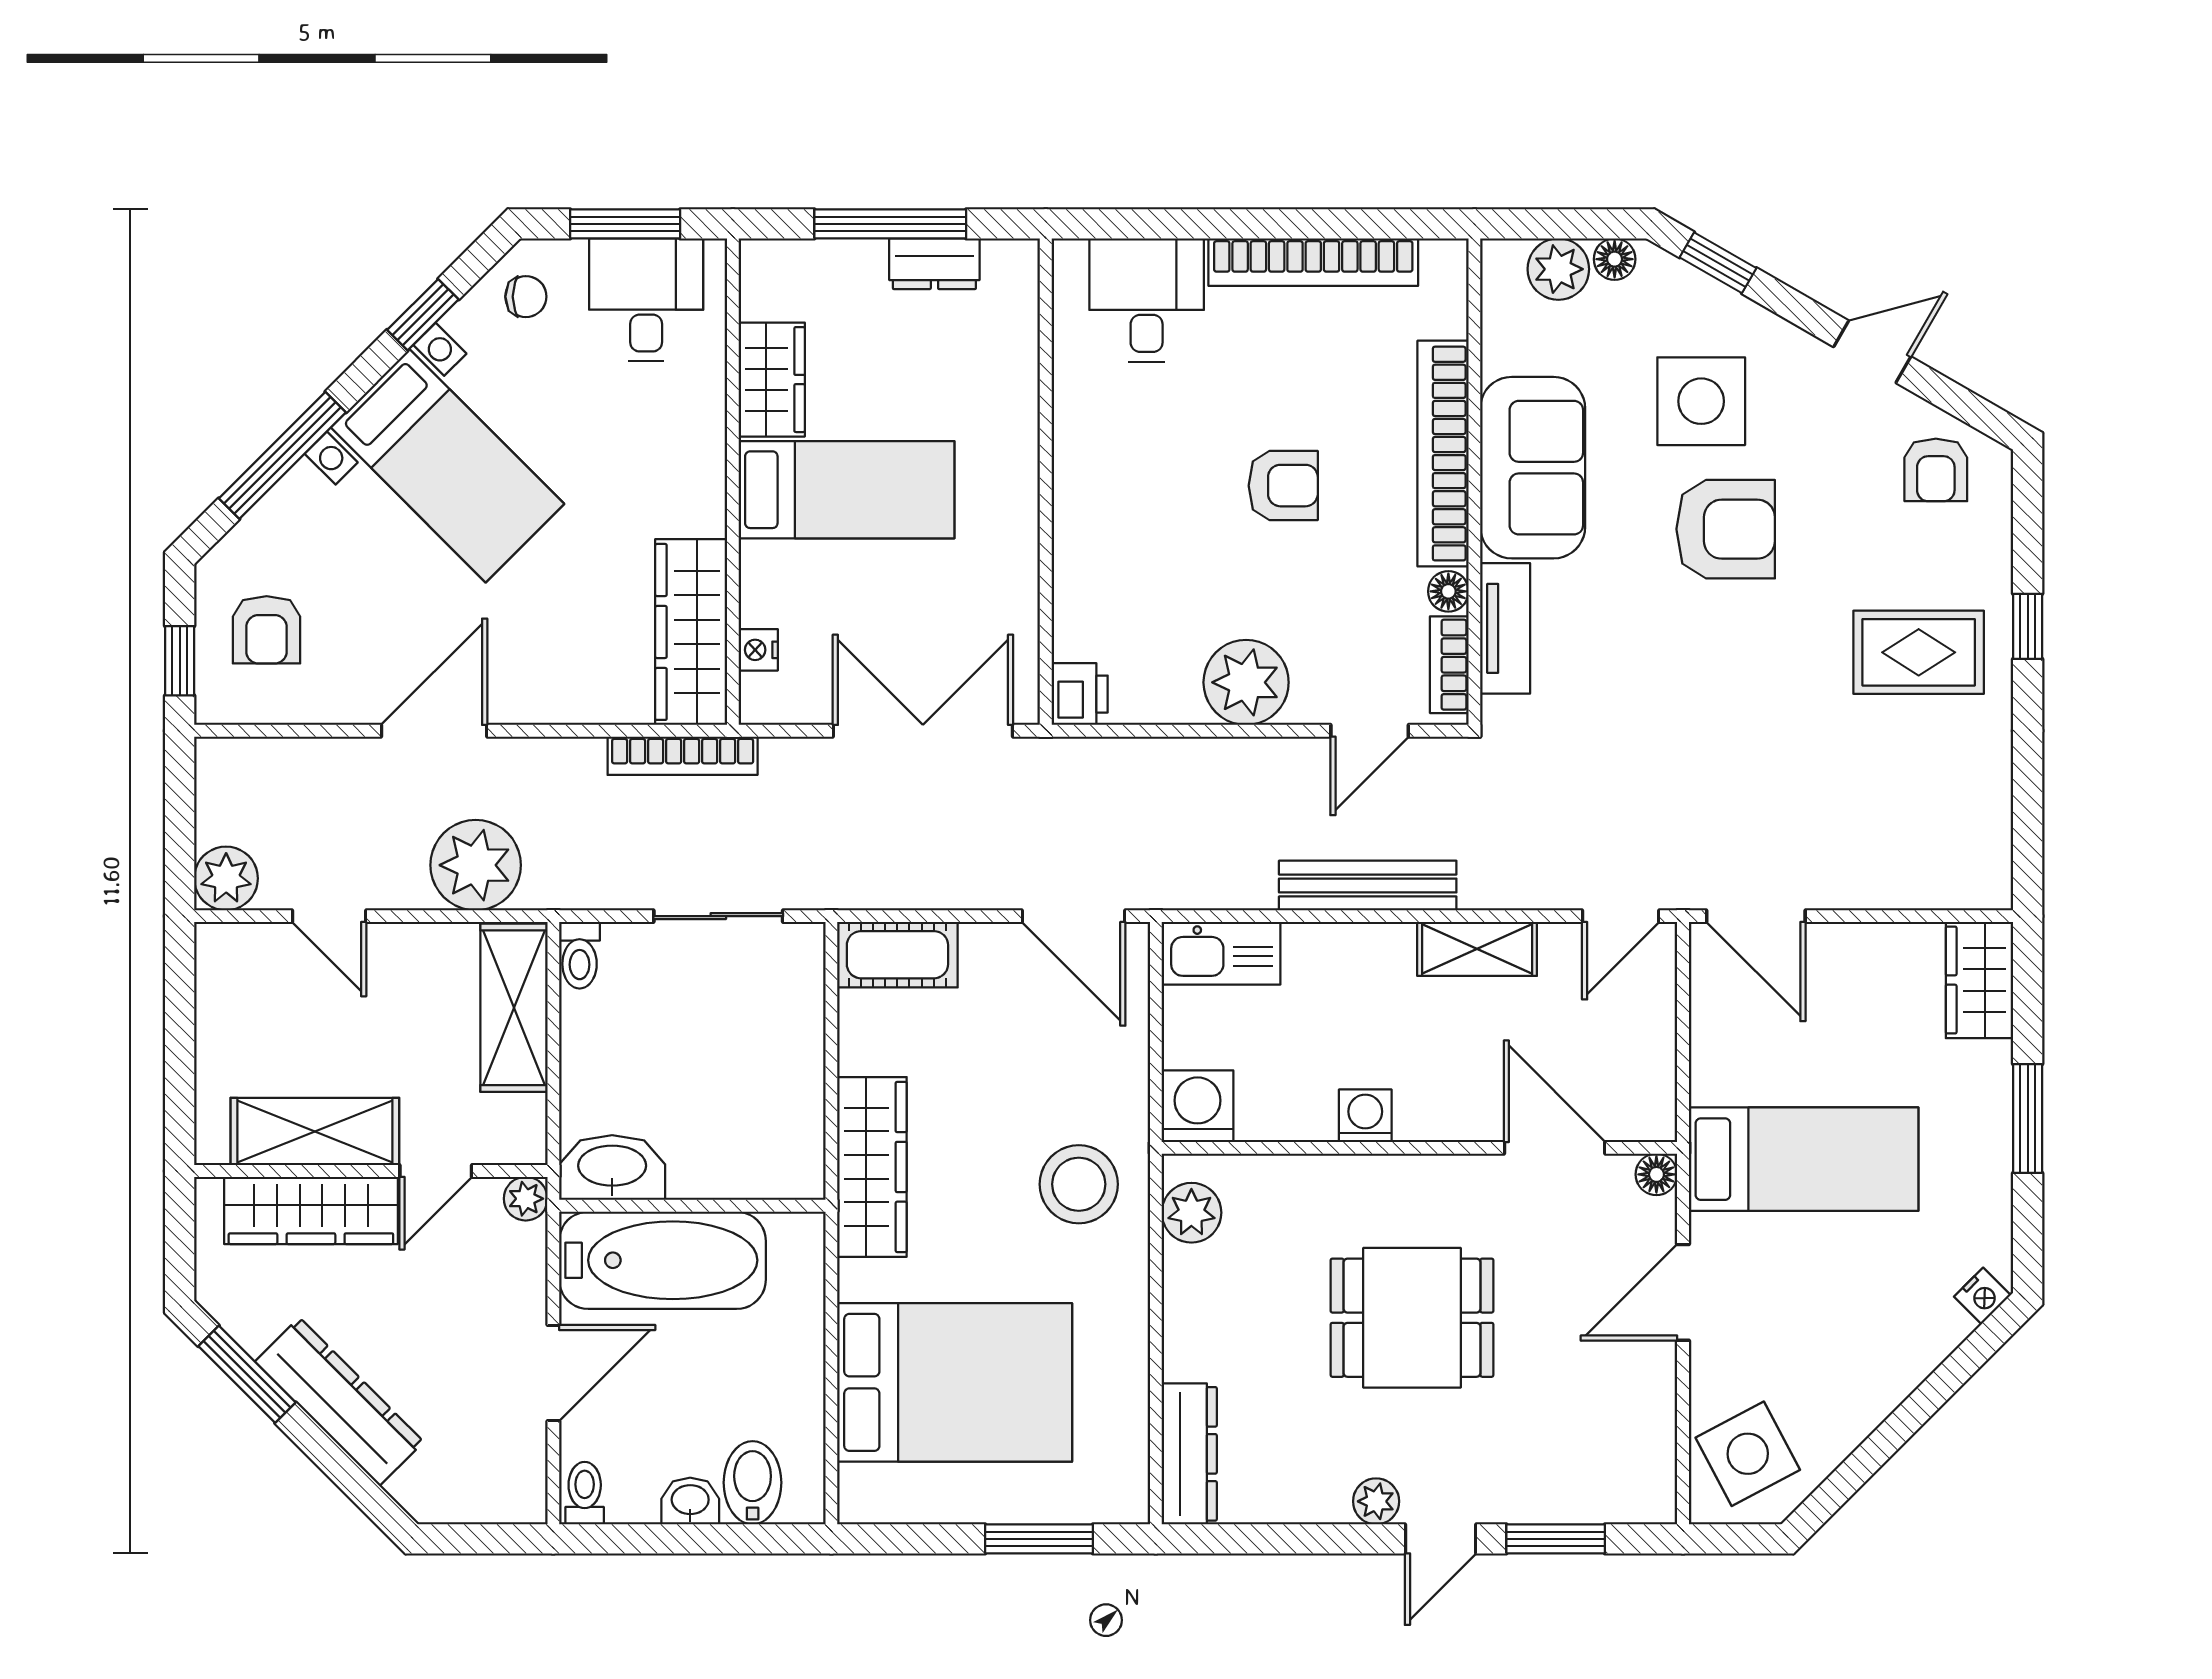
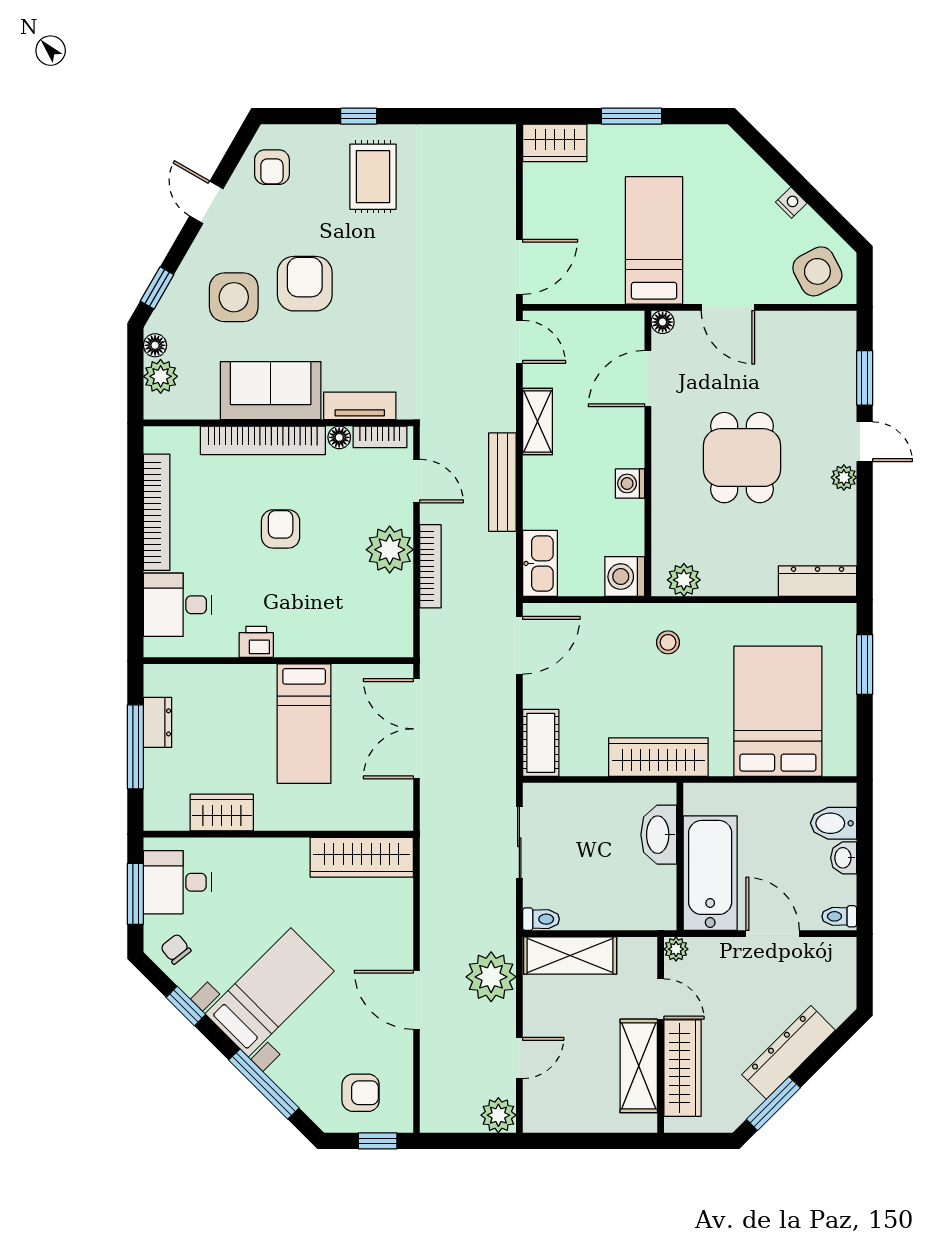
chair: (526, 297) -> (176, 949), turned -38
armchair: (1936, 470) -> (272, 167), turned 90
bed: (847, 490) -> (304, 724), moved, turned 180
nightstand: (758, 650) -> (372, 820), removed
printer: (1080, 694) -> (256, 642), moved
bookcase: (683, 756) -> (430, 566), moved
washbasin: (612, 1168) -> (659, 835), moved
stool: (1079, 1184) -> (668, 642), width x0.53, depth x0.53
nightstand: (1982, 1296) -> (791, 203), moved

